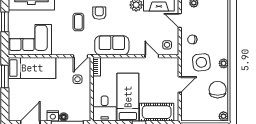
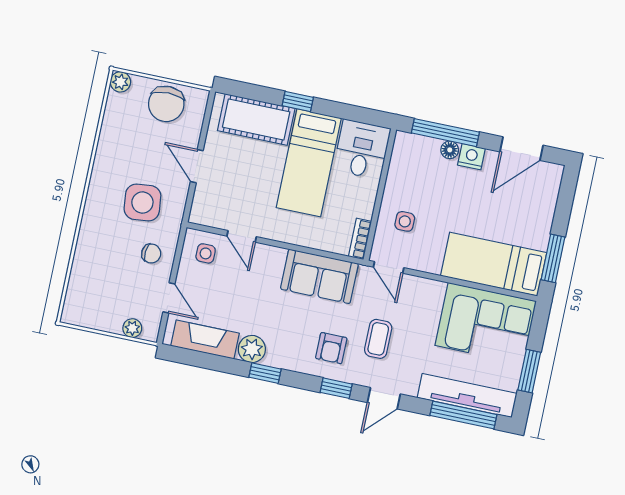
door: (80, 56) -> (389, 267), swing flipped
plant: (224, 63) -> (97, 191), removed
door: (180, 85) -> (197, 166), hinge flipped
chair: (218, 90) -> (166, 104), moved

